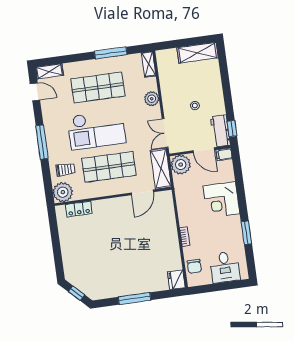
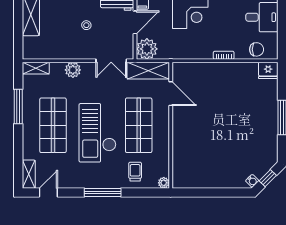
checkout: (97, 130) -> (98, 133), turned 180
plant: (63, 192) -> (164, 183), width x0.53, depth x0.53
locker: (79, 209) -> (179, 163), removed
water cooler: (72, 279) -> (252, 181), added

